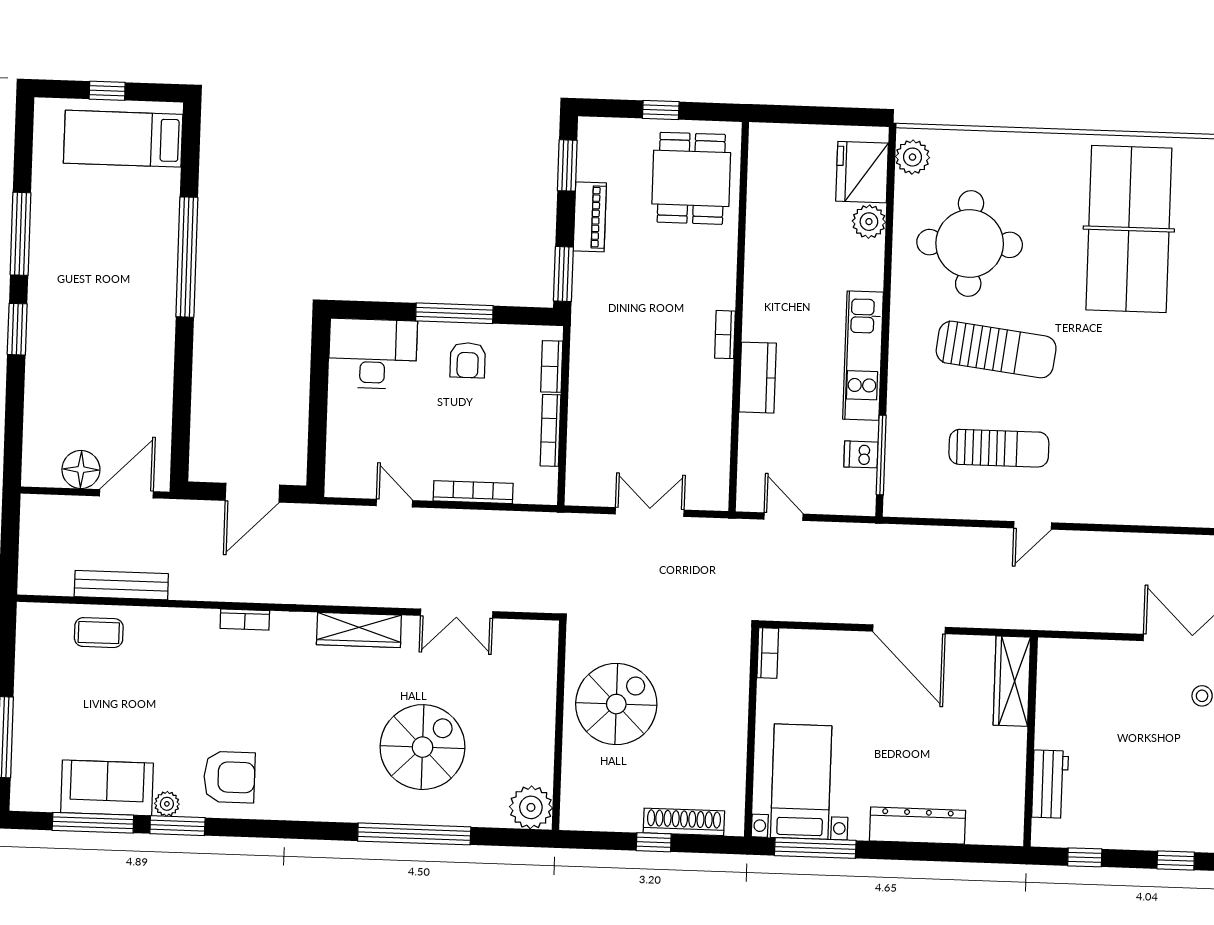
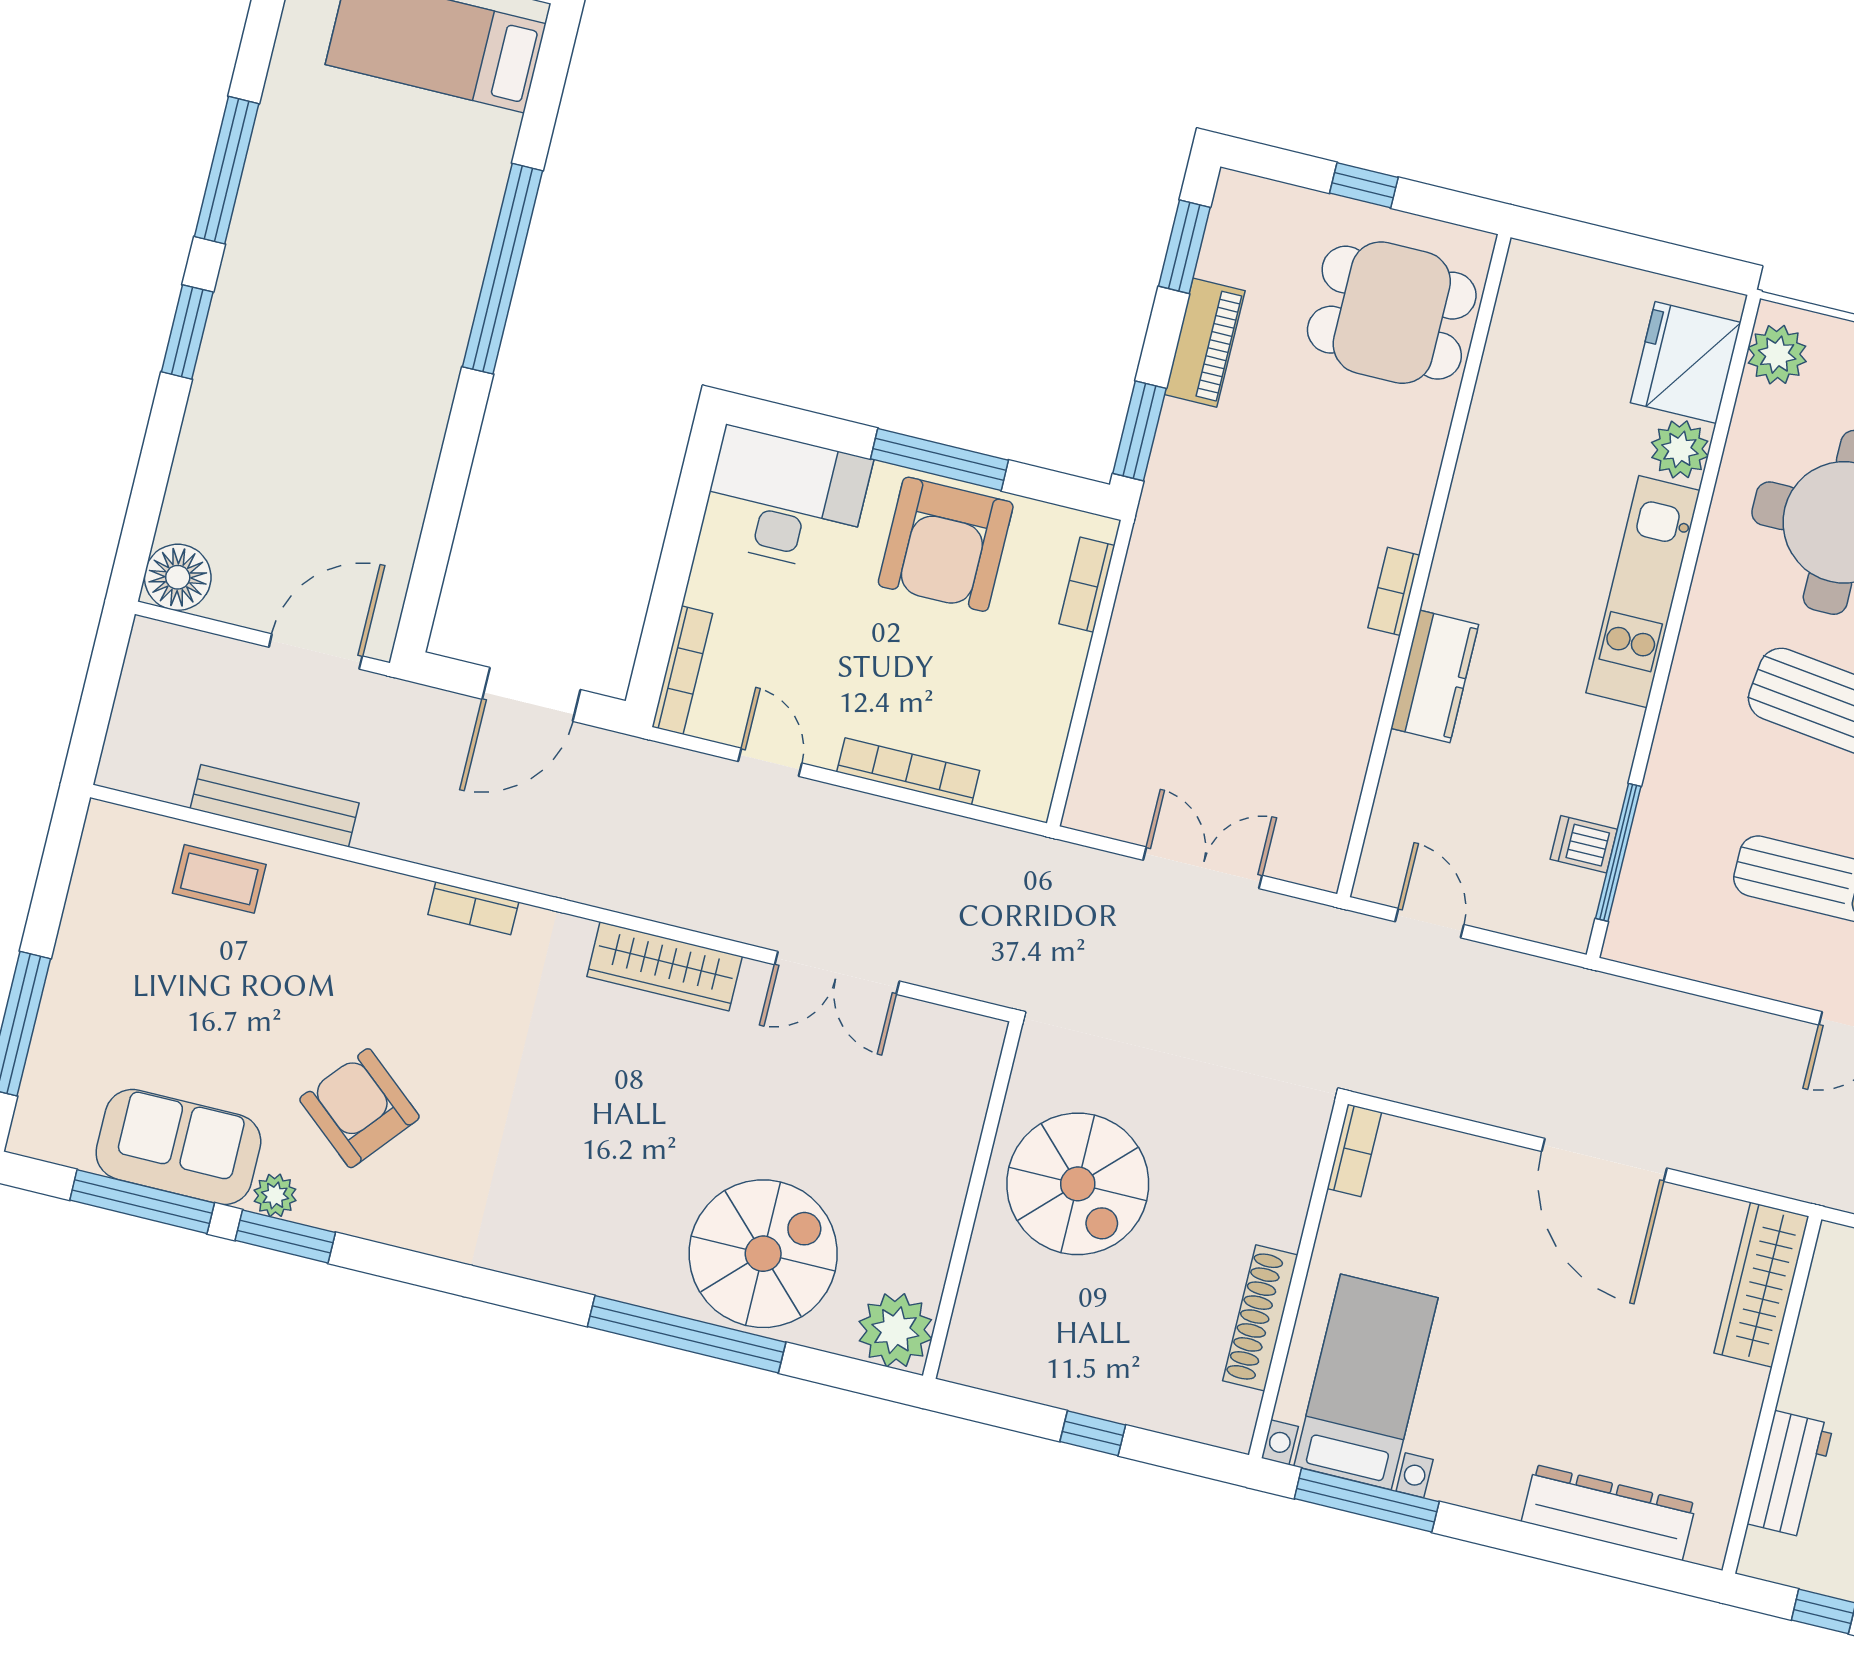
dining table: (691, 178) -> (1392, 313), turned 90
kitchen unit: (863, 356) -> (1643, 592), moved
armchair: (468, 360) -> (946, 544), width x1.88, depth x1.88
bookcase: (551, 430) -> (682, 670), moved, turned 180
floor lamp: (81, 469) -> (178, 577), moved
spiral stairs: (616, 704) -> (1078, 1184), turned 90
spiral stairs: (423, 747) -> (763, 1254), moved
armchair: (229, 777) -> (359, 1108), moved, turned -140
shoe rack: (684, 822) -> (1260, 1318), moved, turned -90
dresser: (917, 826) -> (1609, 1512), moved

